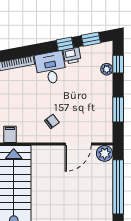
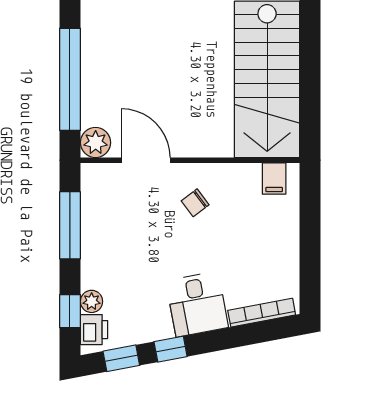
printer: (72, 56) -> (94, 330), moved, turned 101
window: (118, 110) -> (70, 225), width x1.44
door: (78, 144) -> (146, 160), hinge flipped

